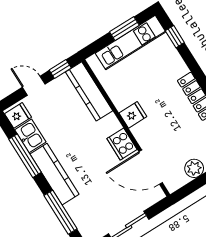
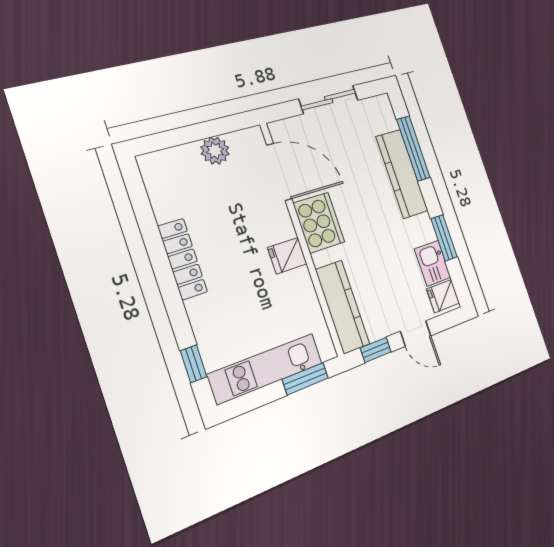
window: (124, 29) -> (305, 379), moved
cooker: (122, 144) -> (319, 223), width x1.37, depth x1.31
window: (25, 156) -> (444, 238), width x0.69
kitchen counter: (55, 174) -> (402, 174), moved

